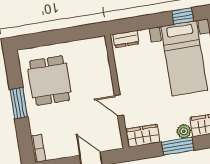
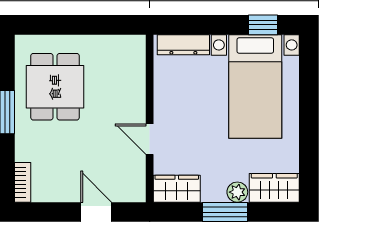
dresser: (126, 39) -> (183, 45), width x1.44

